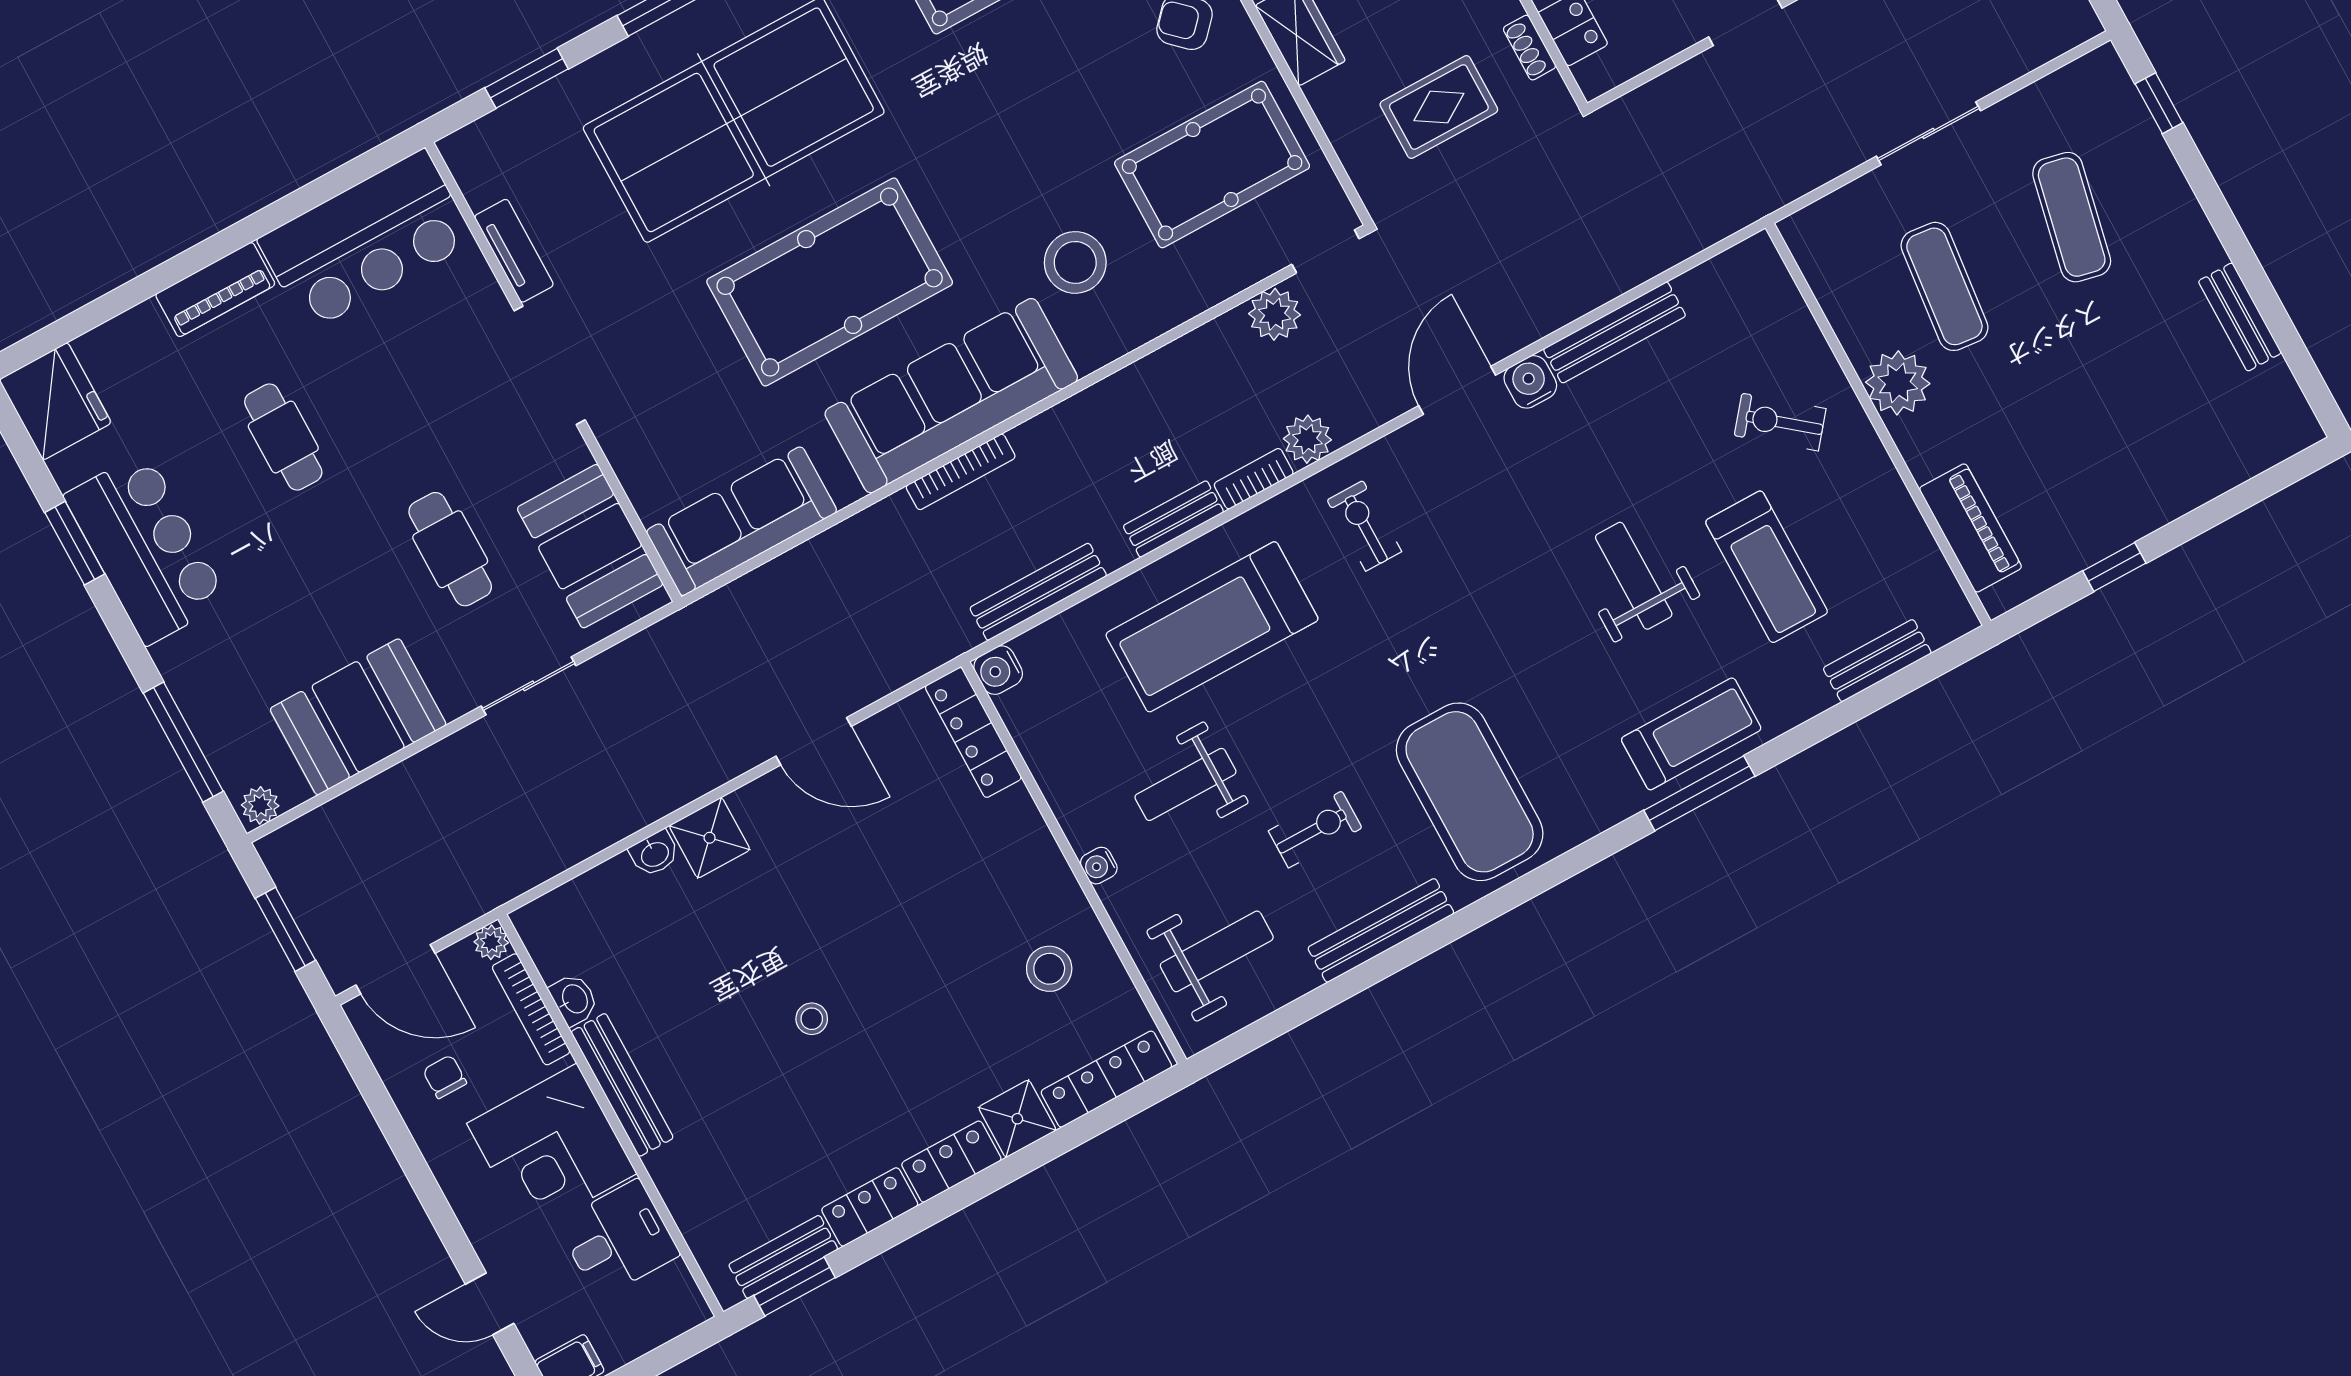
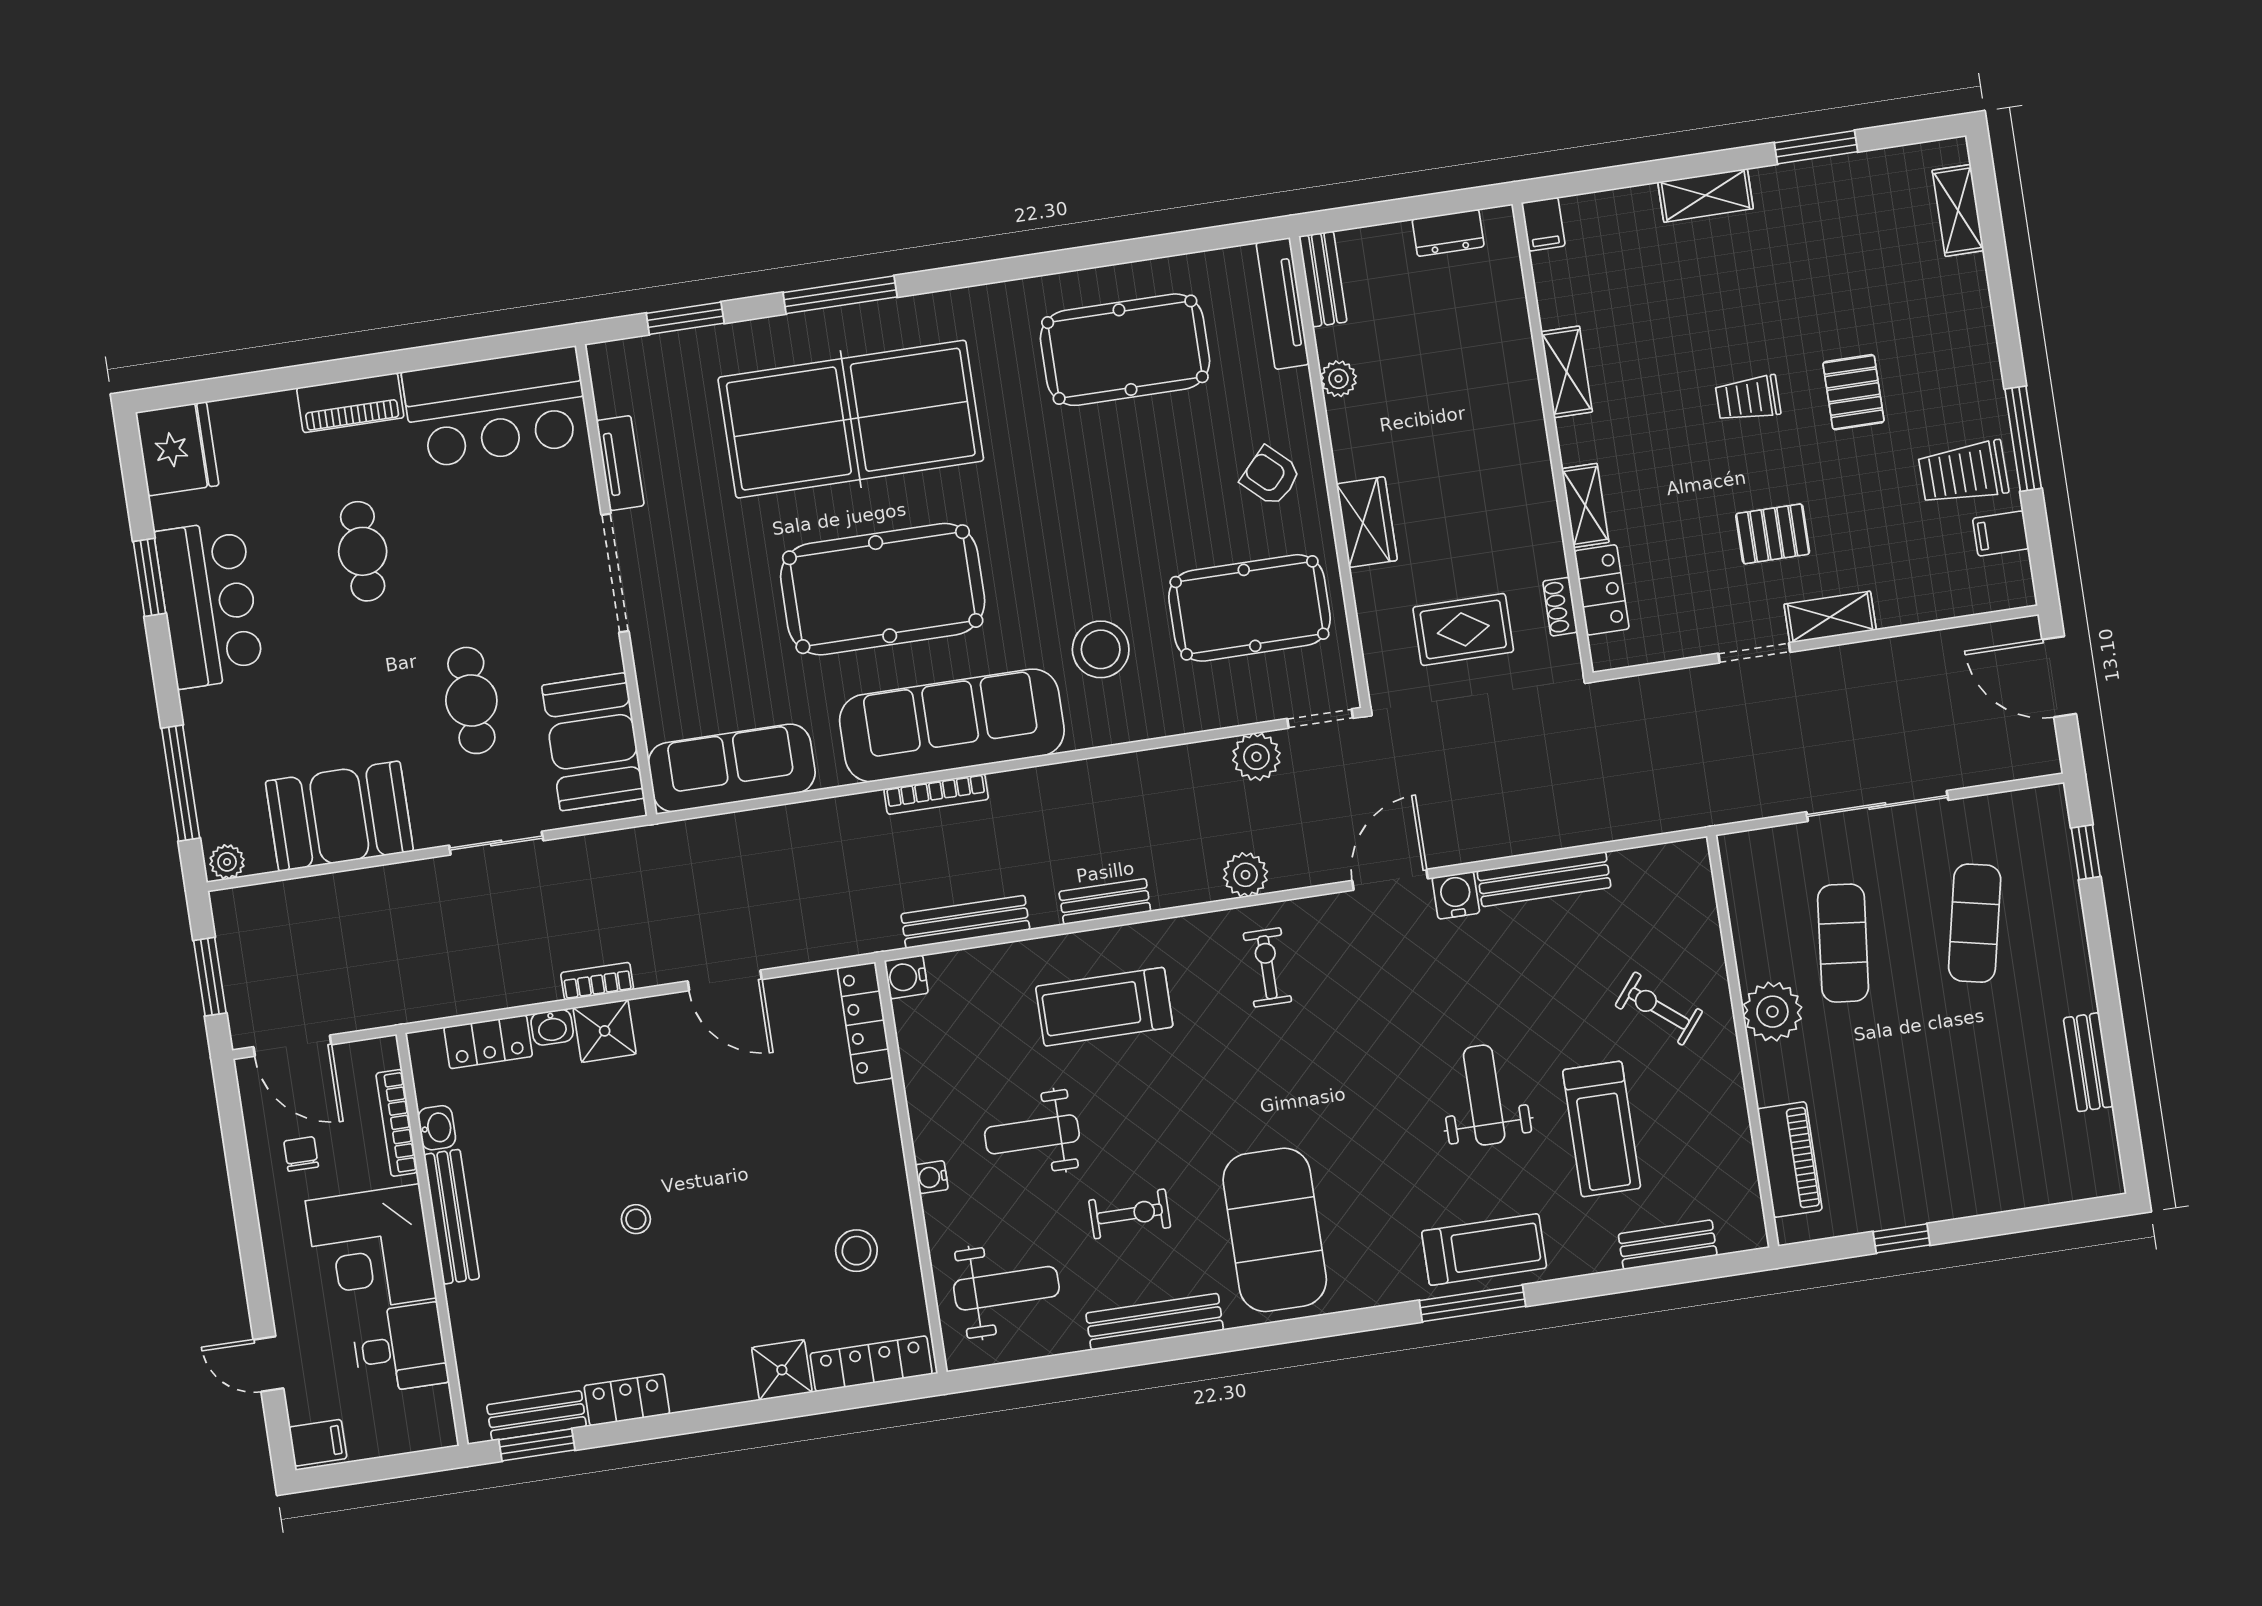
sliding door: (1928, 133) -> (1877, 806), width x1.37
bookcase: (1254, 479) -> (597, 981), moved
treadmill: (1212, 627) -> (1104, 1007), width x0.73, depth x0.73
plant: (491, 942) -> (383, 1052), removed
locker: (951, 1162) -> (488, 1042), moved, turned 180

